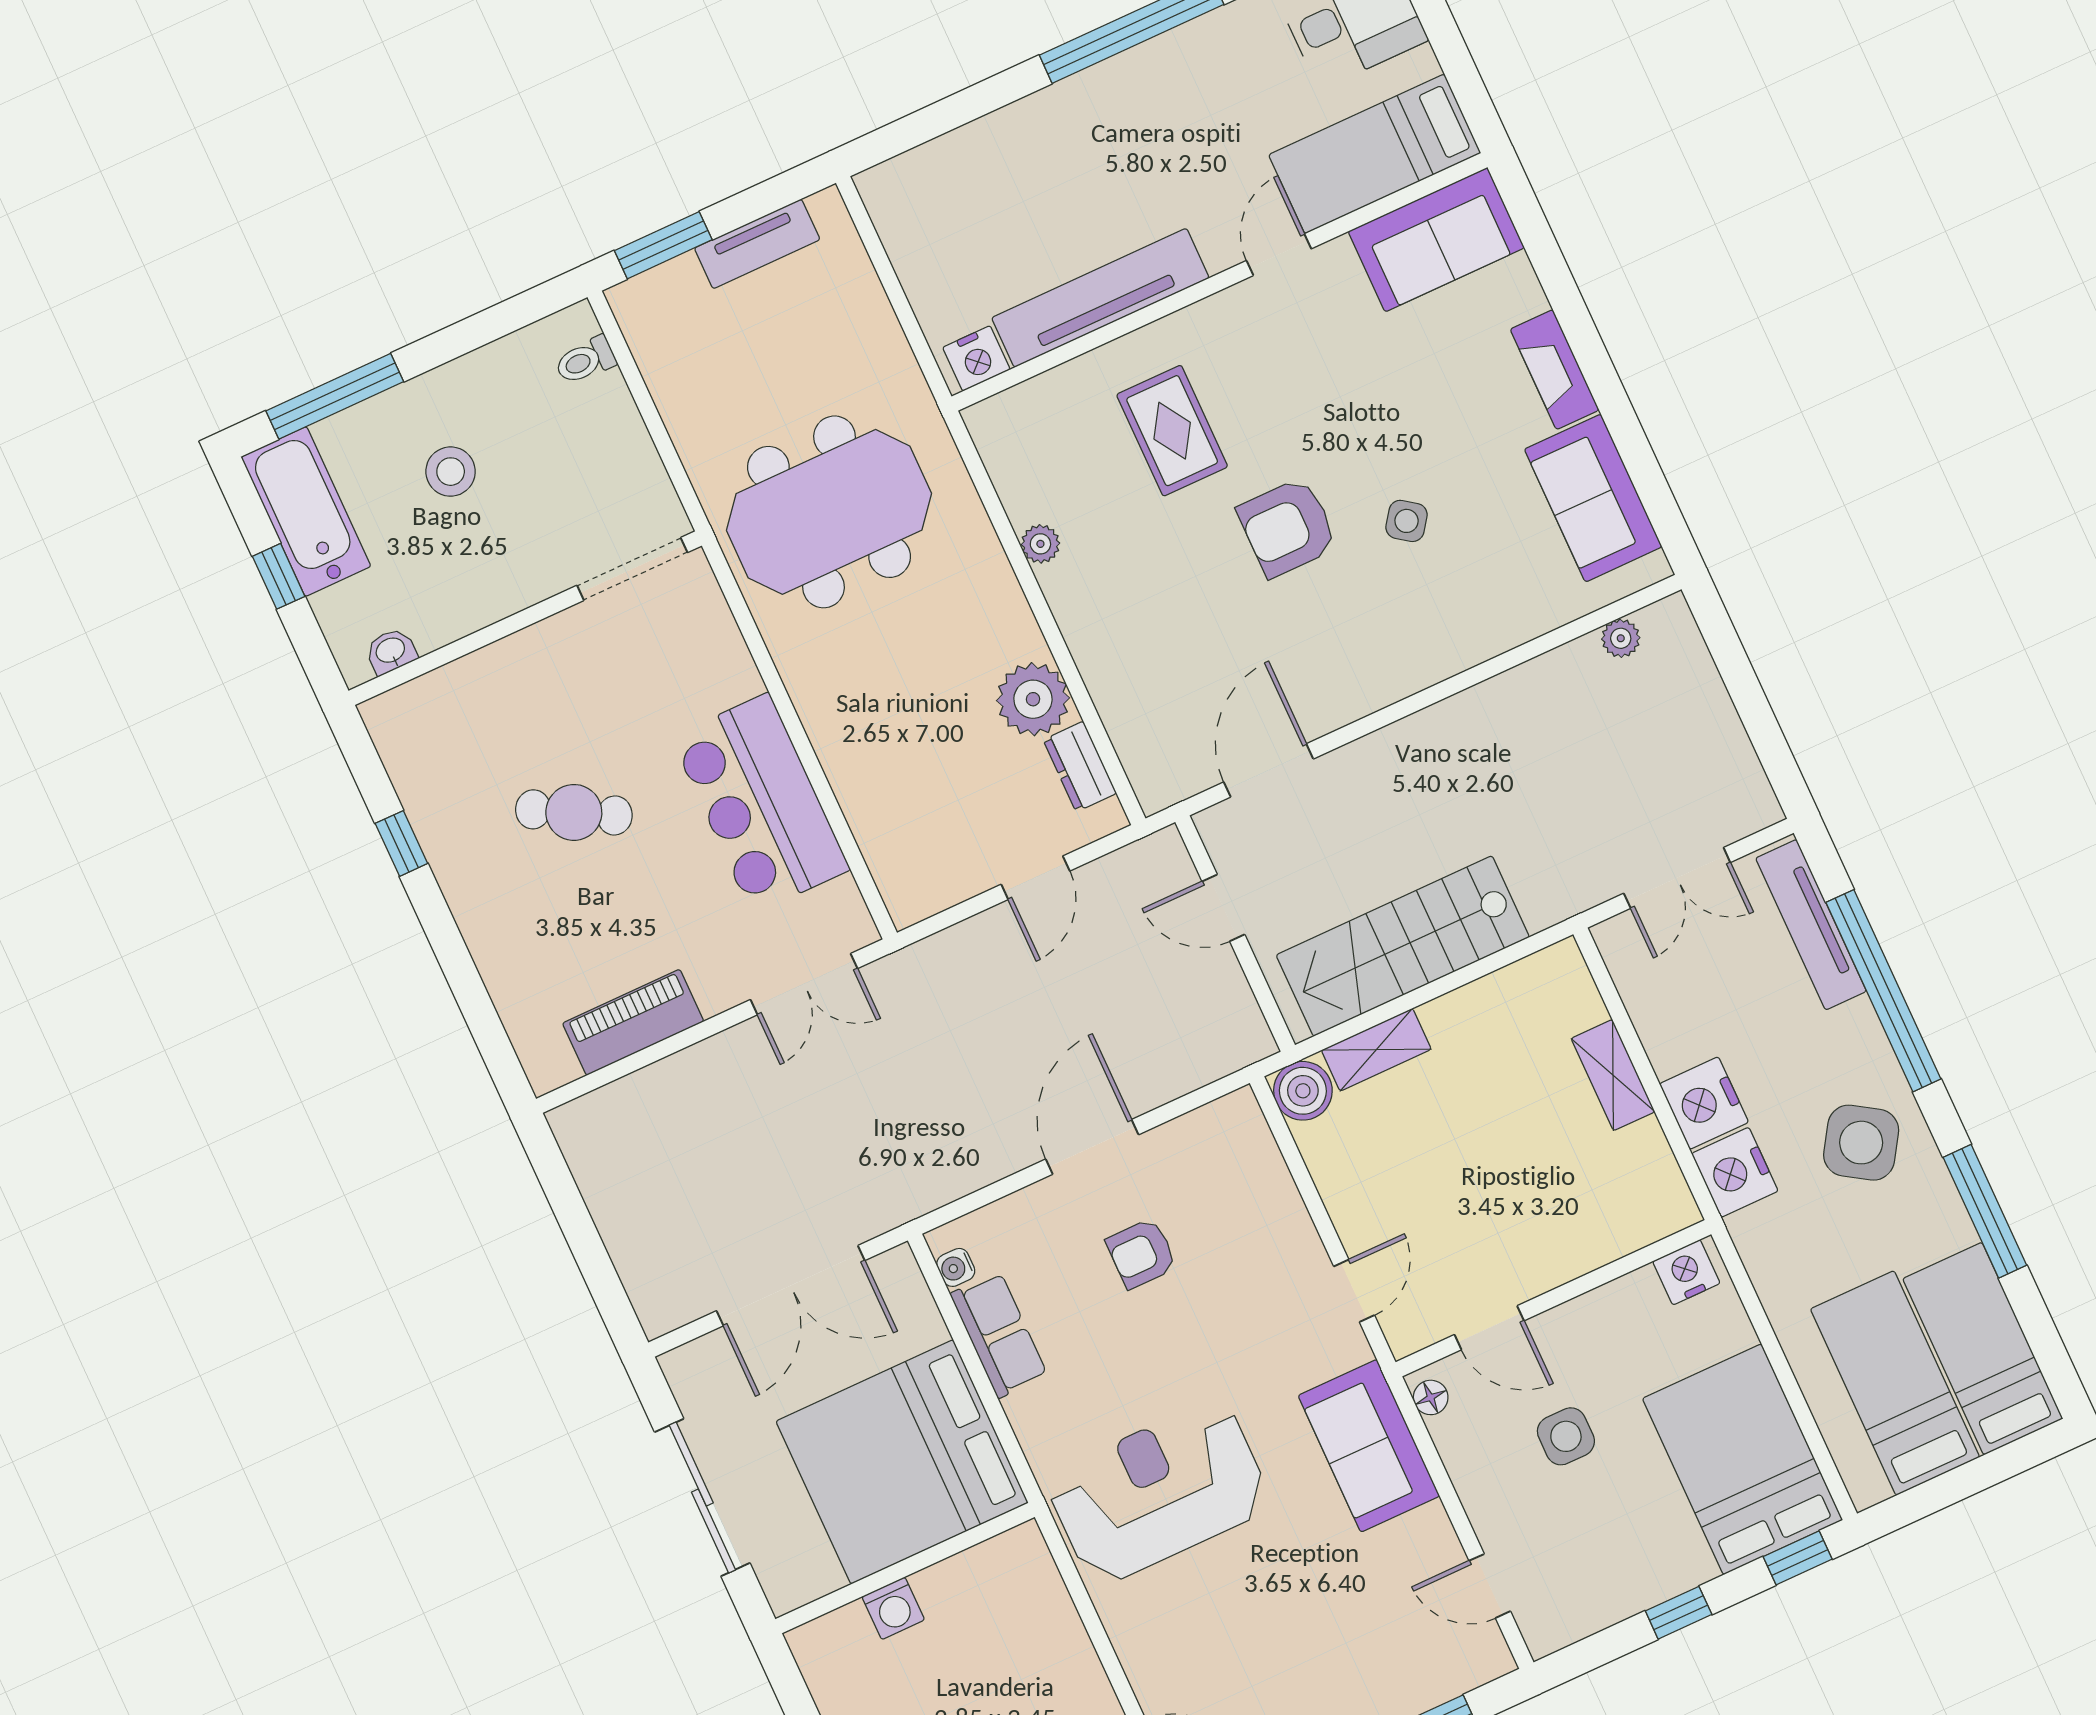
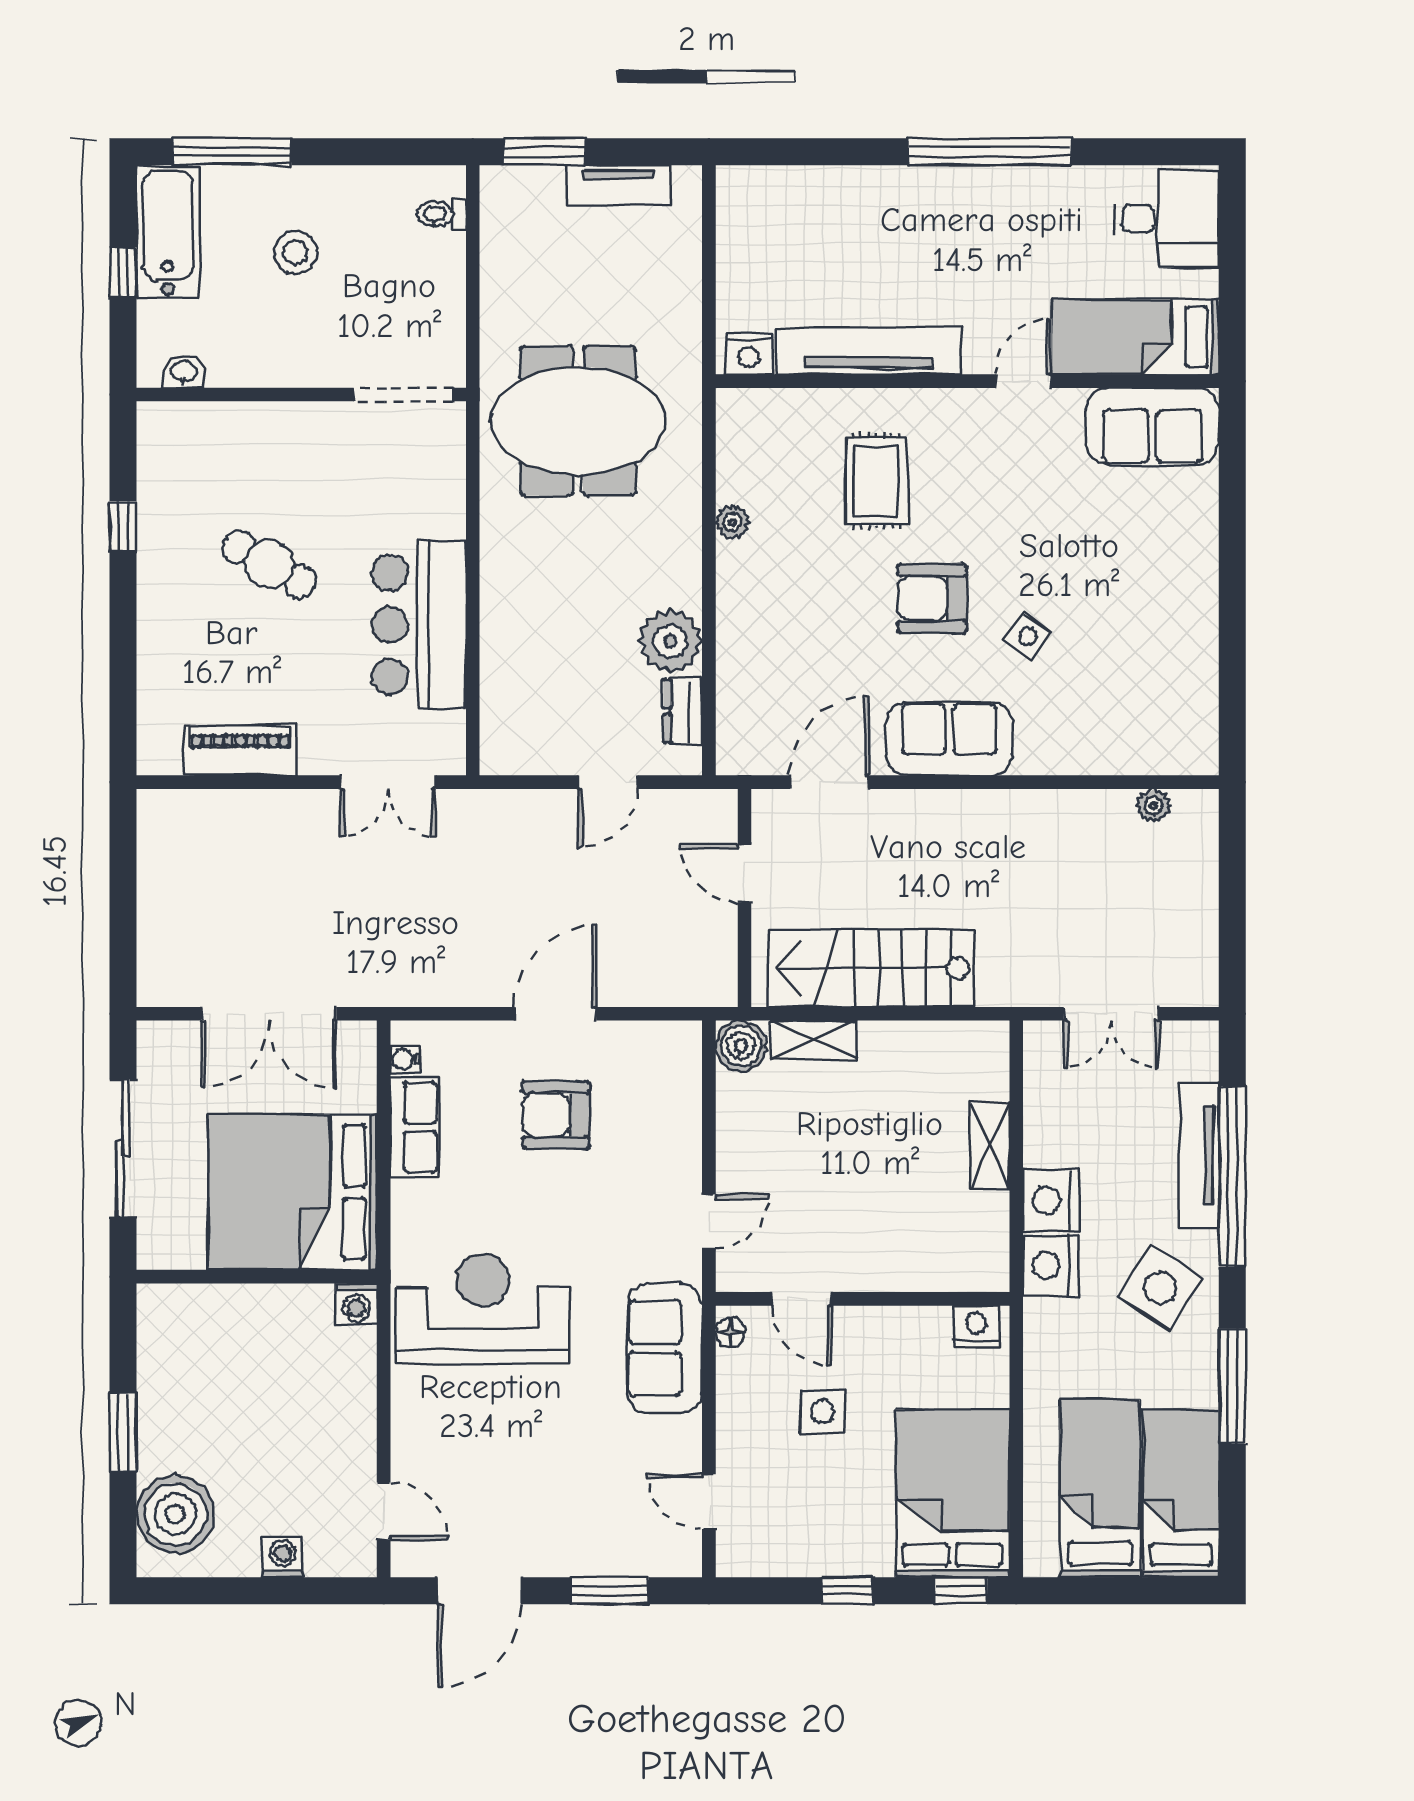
fireplace: (1555, 370) -> (1199, 571), removed
sofa: (1593, 498) -> (949, 739), moved, turned 90
tv unit: (1811, 925) -> (1199, 1155), moved
armchair: (1142, 1253) -> (556, 1115), width x1.38, depth x1.38
washing machine: (893, 1608) -> (356, 1304), moved

